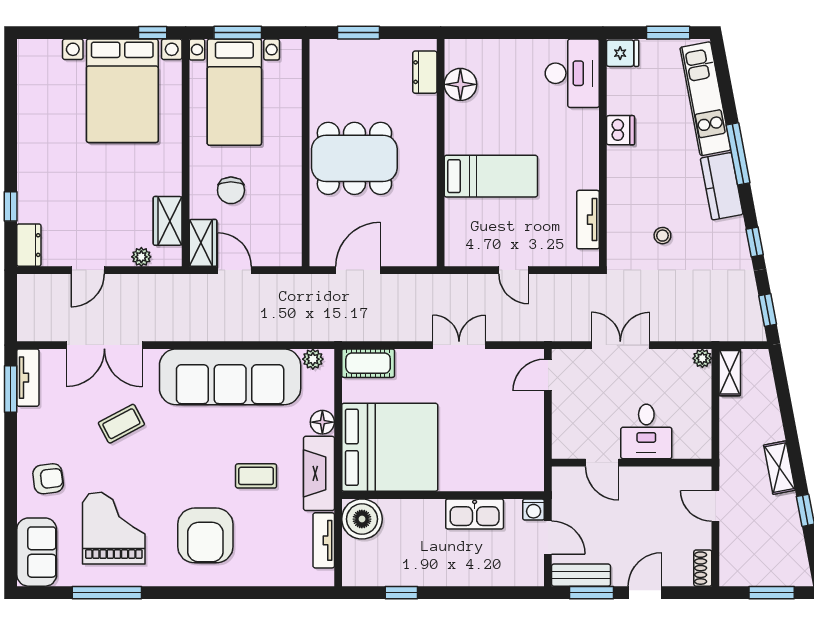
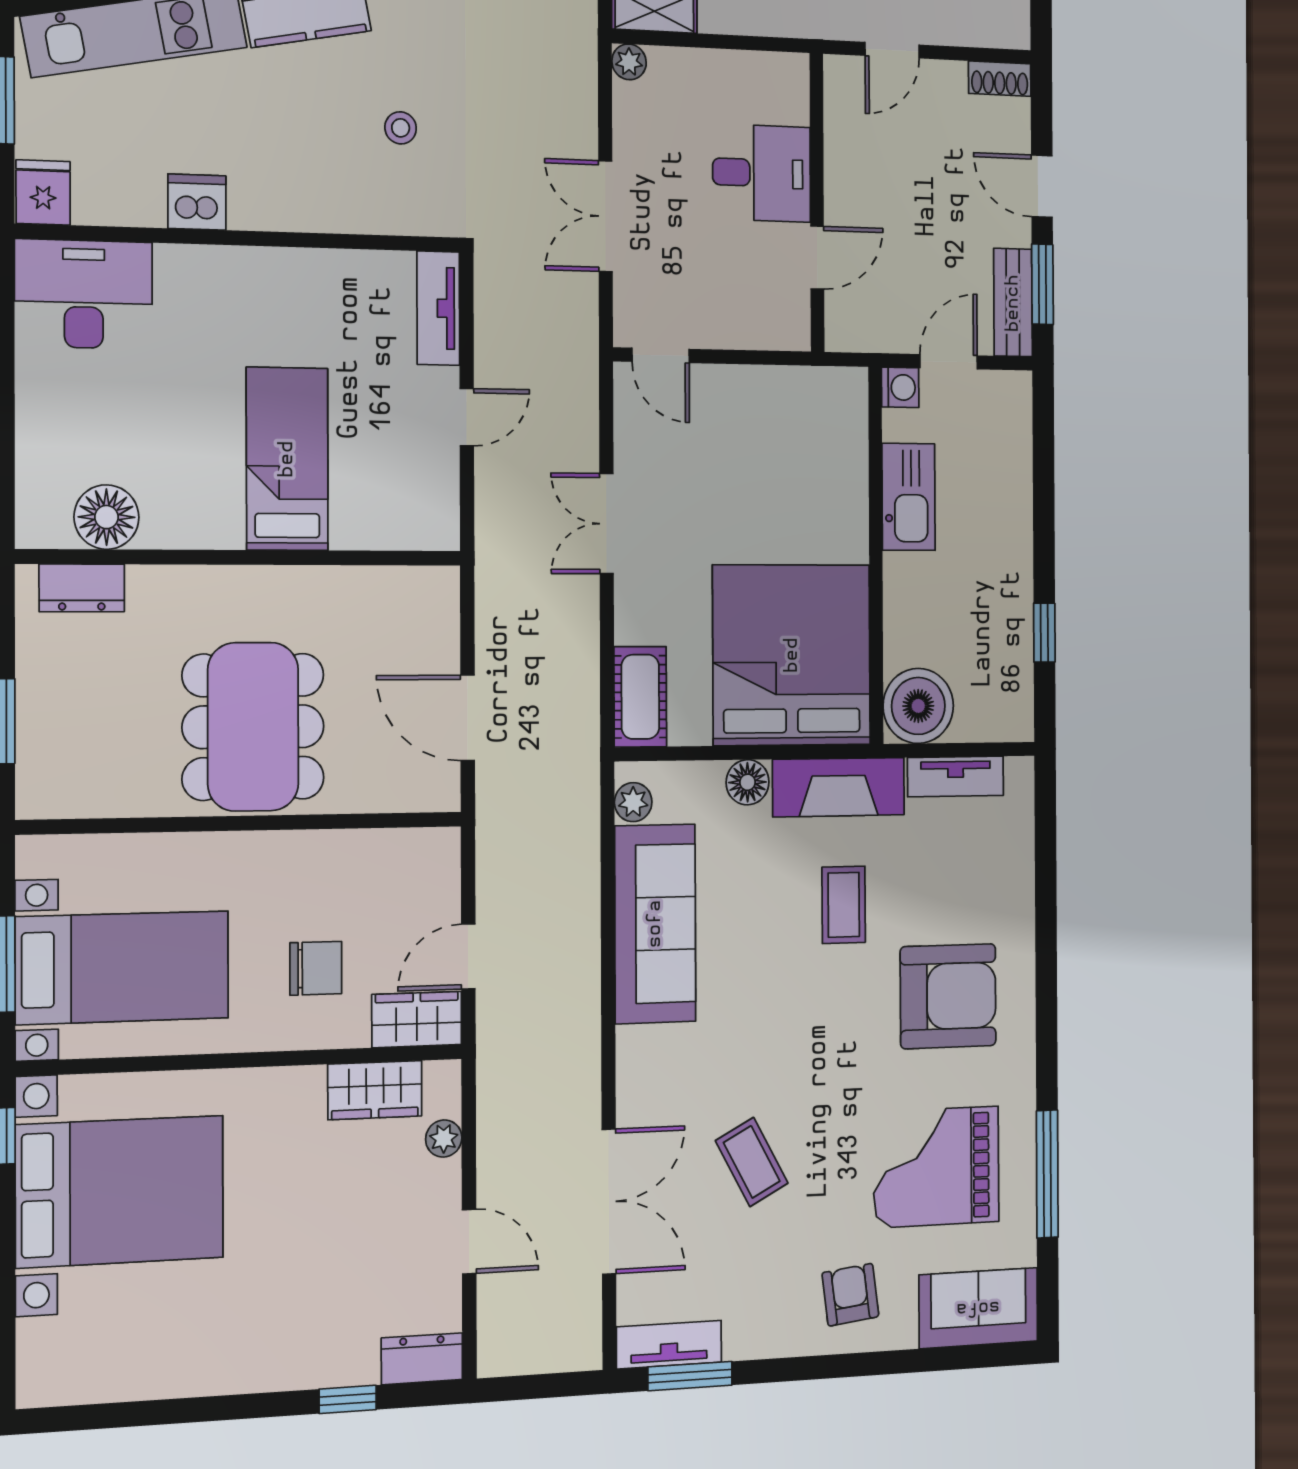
tv unit: (588, 220) -> (438, 308), moved, turned 90
sofa: (230, 377) -> (655, 924), width x0.74, depth x0.79

